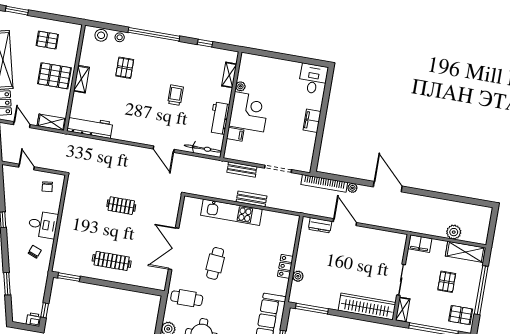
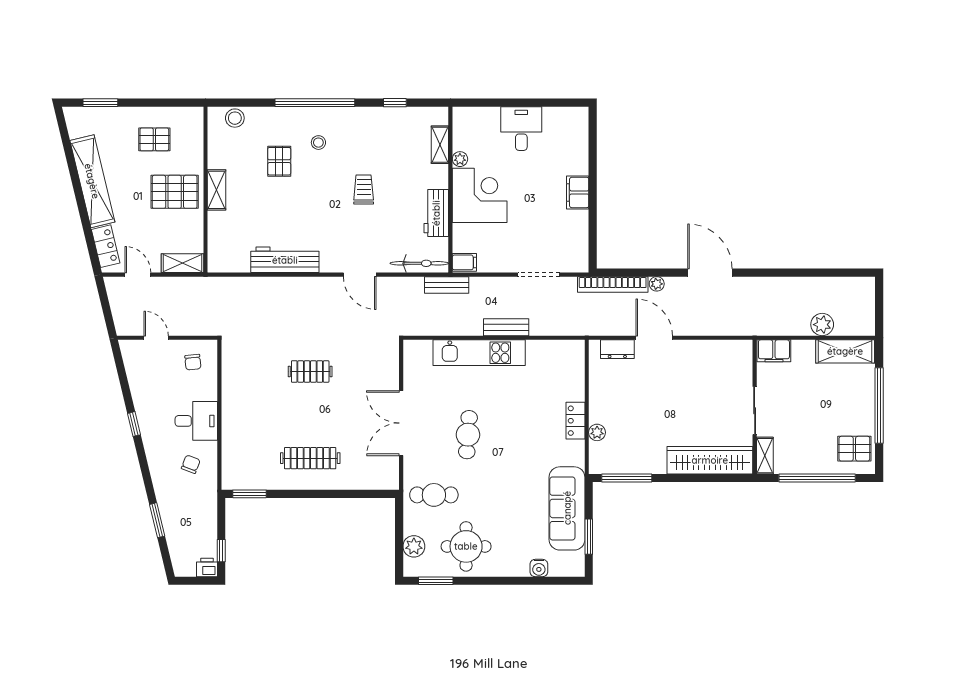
stool: (120, 37) -> (318, 143), moved
desk: (313, 79) -> (521, 129), moved
workbench: (90, 127) -> (285, 260), moved
filing cabinet: (235, 134) -> (464, 262), moved
bench: (242, 169) -> (447, 285), moved
pallet: (447, 282) -> (824, 402), removed

